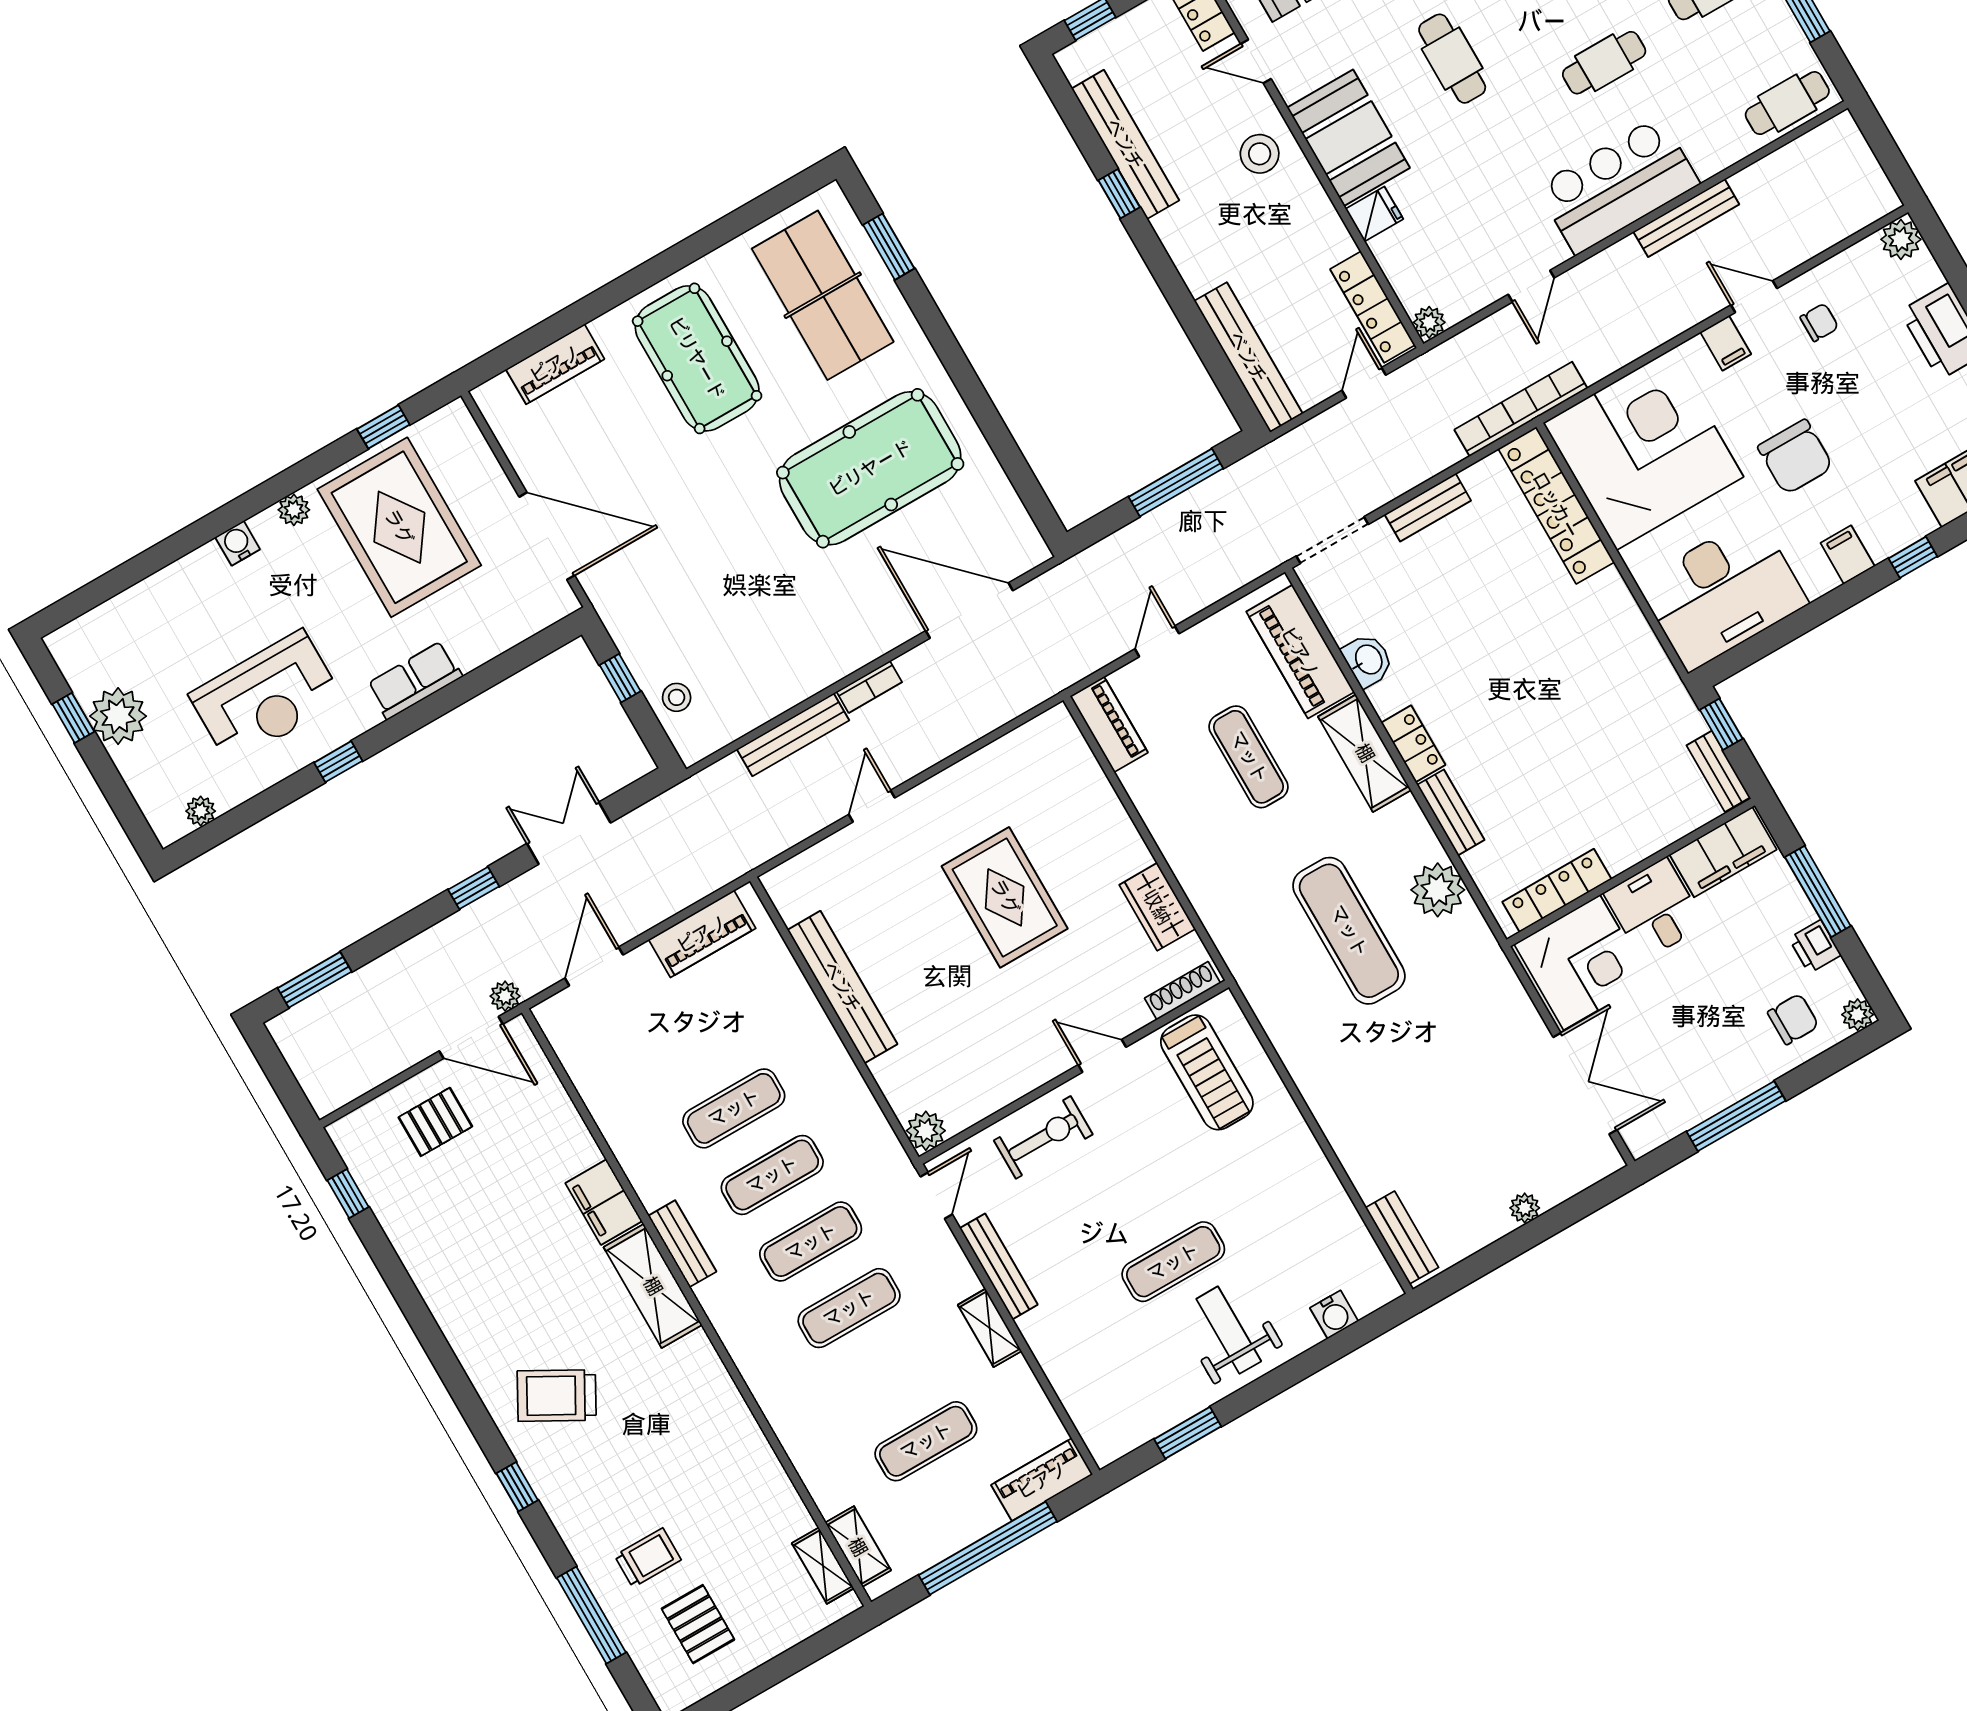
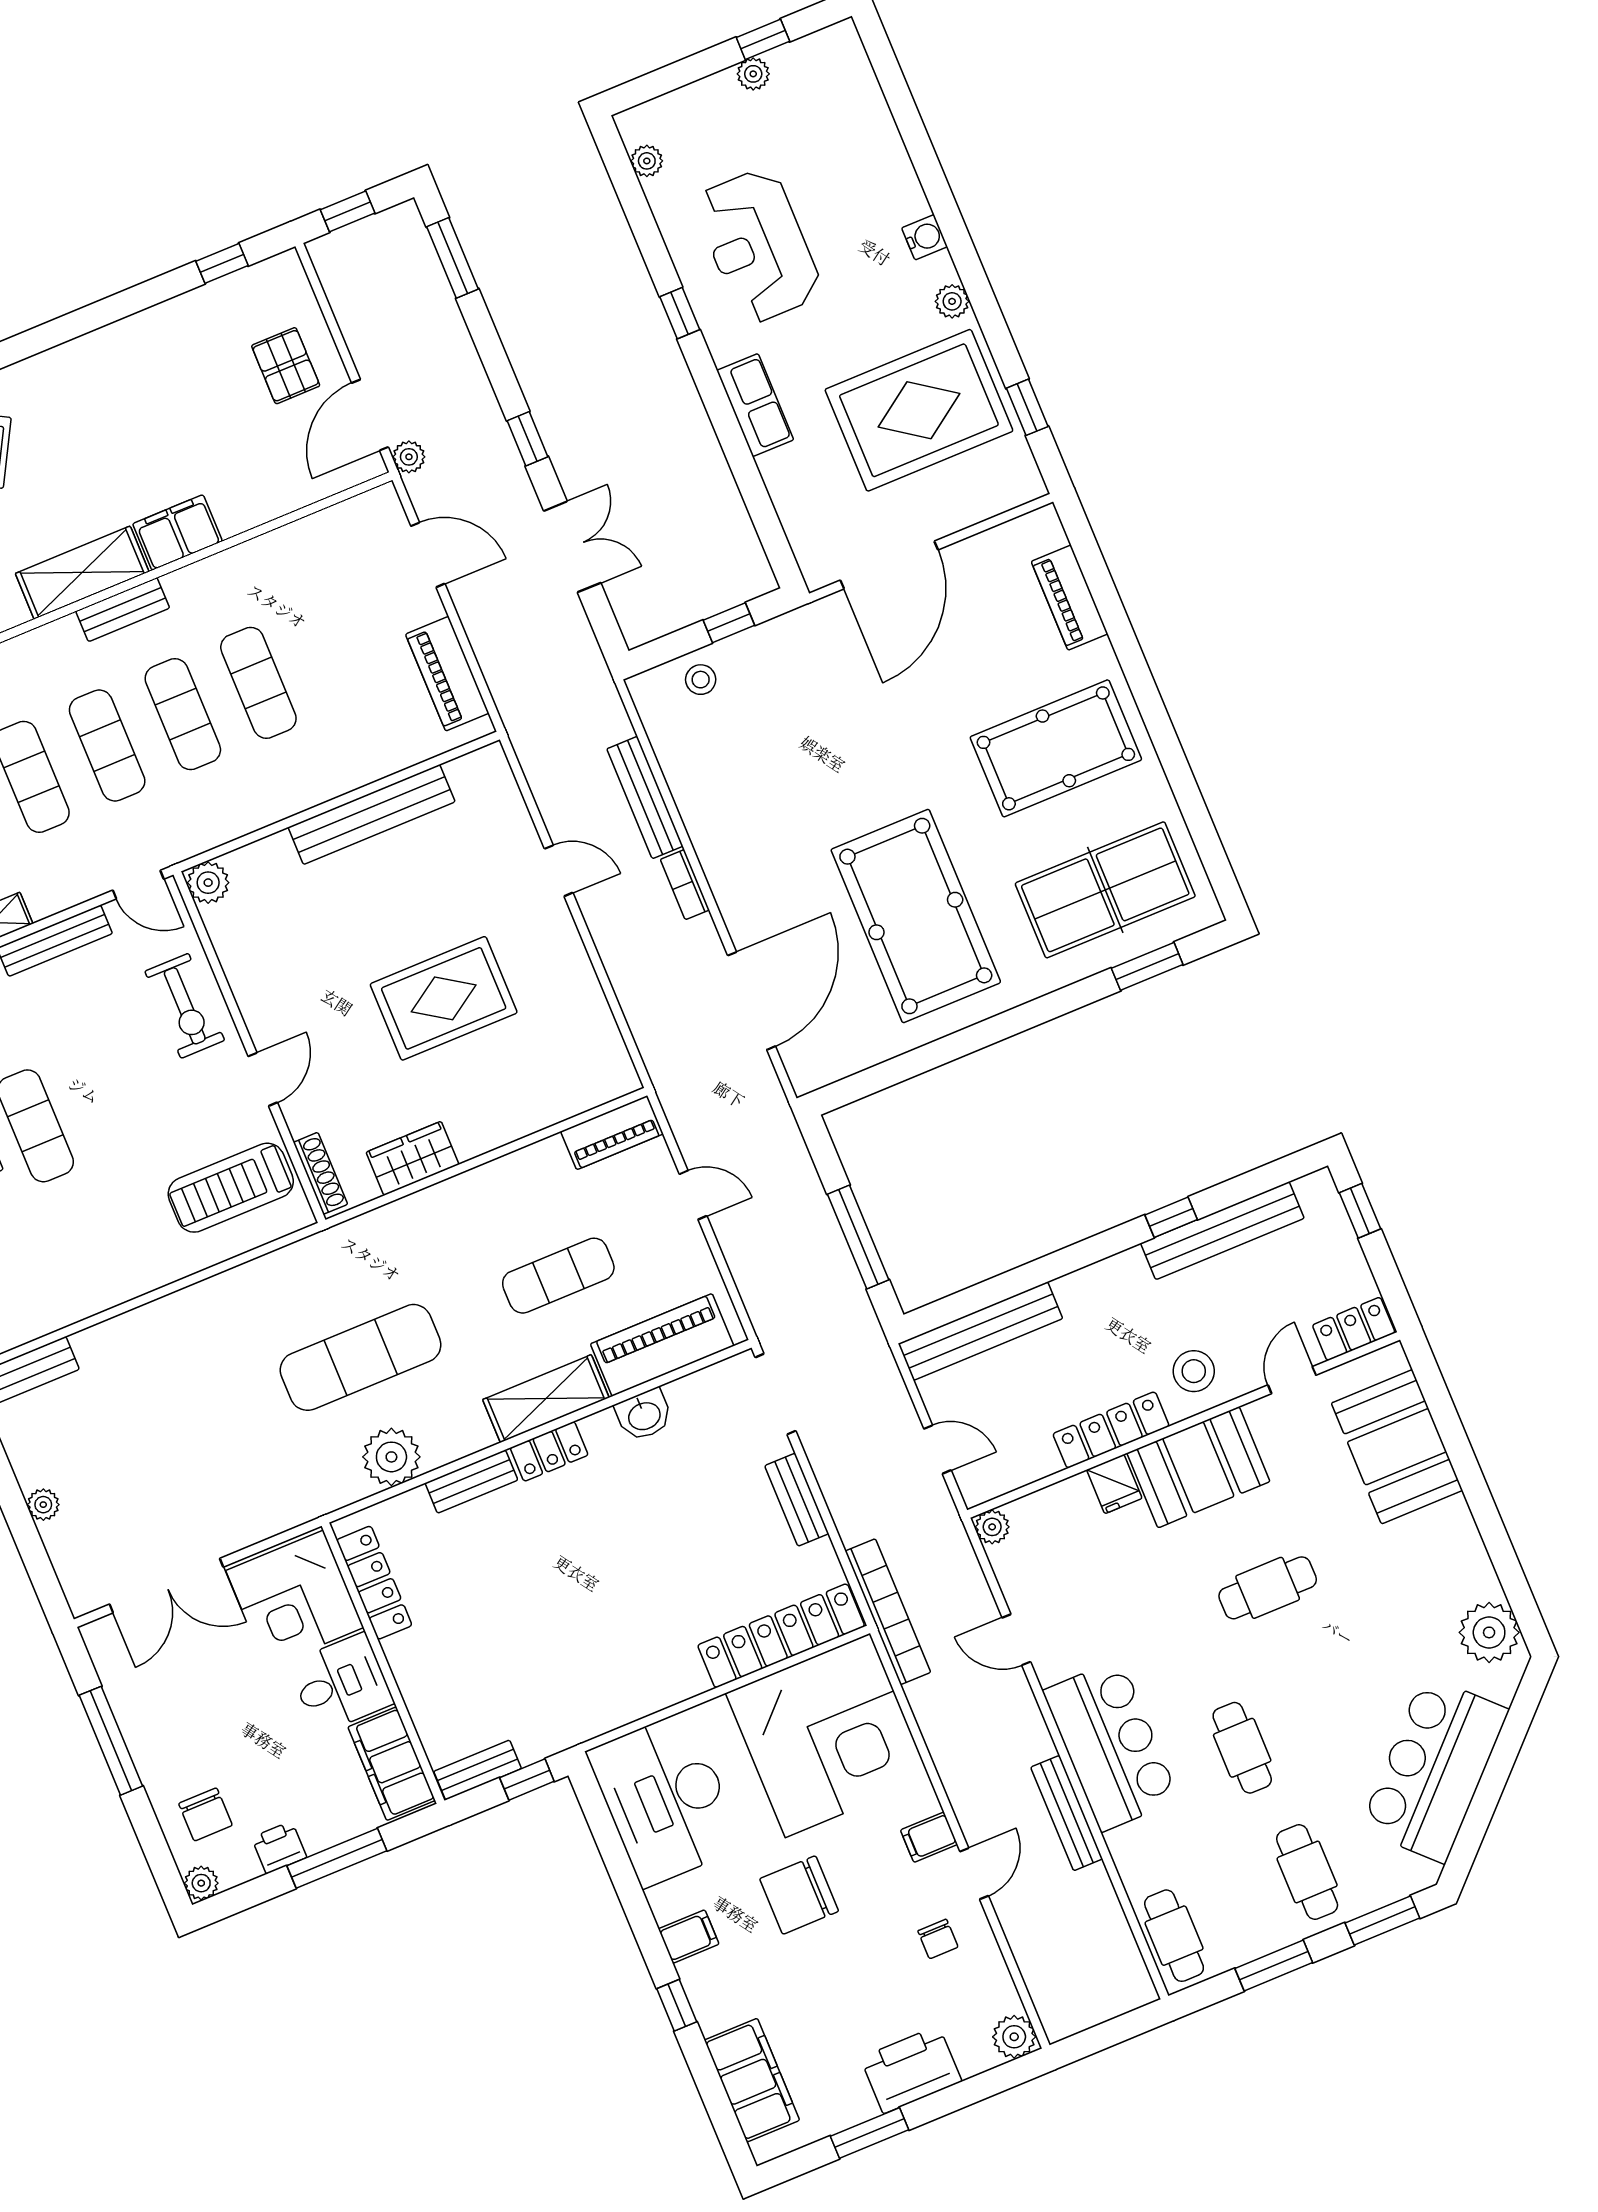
locker: (1373, 307) -> (1111, 1430), moved
plant: (118, 716) -> (753, 74), width x0.53, depth x0.53
window: (284, 1083) -> (348, 211), added

